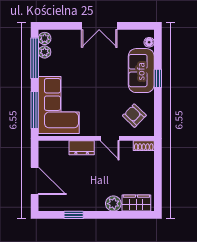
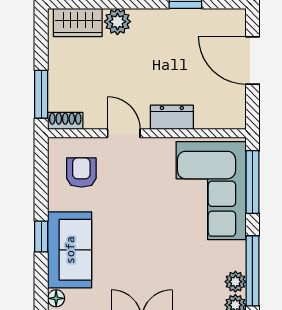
armchair: (134, 116) -> (81, 173), turned -134
window: (158, 161) -> (41, 94), added

